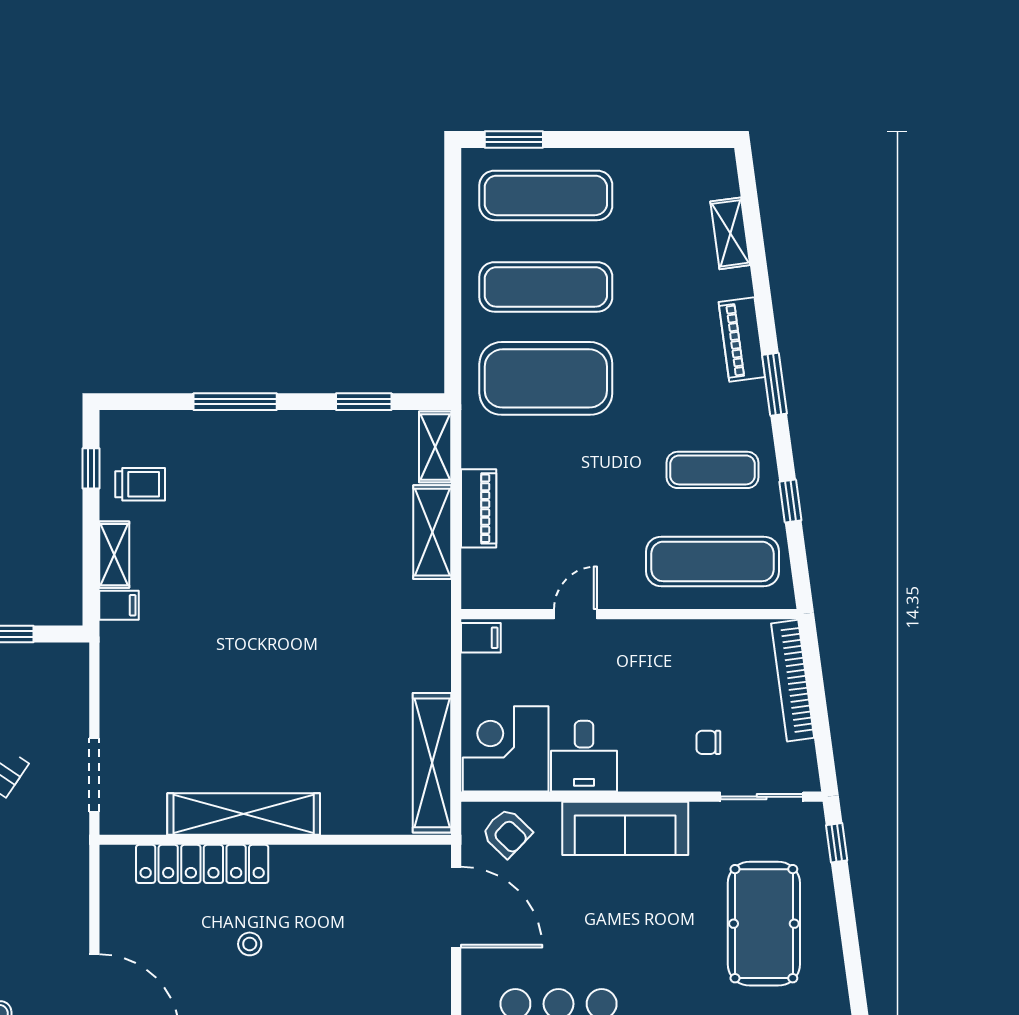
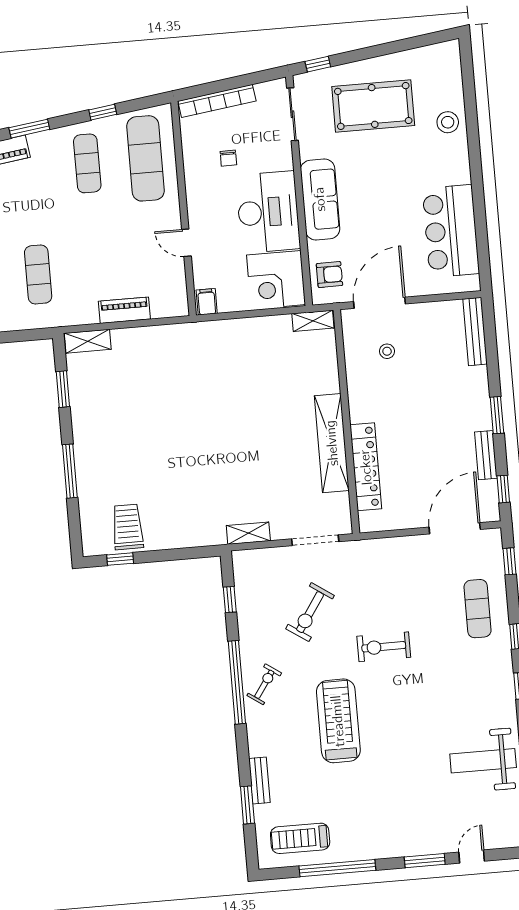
exercise mat: (546, 378) -> (38, 274), width x0.50, depth x0.69
trolley: (140, 484) -> (128, 527), width x1.36, depth x1.39
shelving: (432, 532) -> (142, 338), removed
shelving: (114, 555) -> (248, 533), moved
filing cabinet: (119, 605) -> (206, 534), removed
chair: (708, 742) -> (228, 158), moved
desk: (584, 756) -> (268, 212), width x1.87, depth x1.30
shelving: (432, 763) -> (313, 321), width x0.45, depth x0.75
armchair: (507, 833) -> (329, 275), turned 46
stool: (250, 944) -> (387, 351), moved

